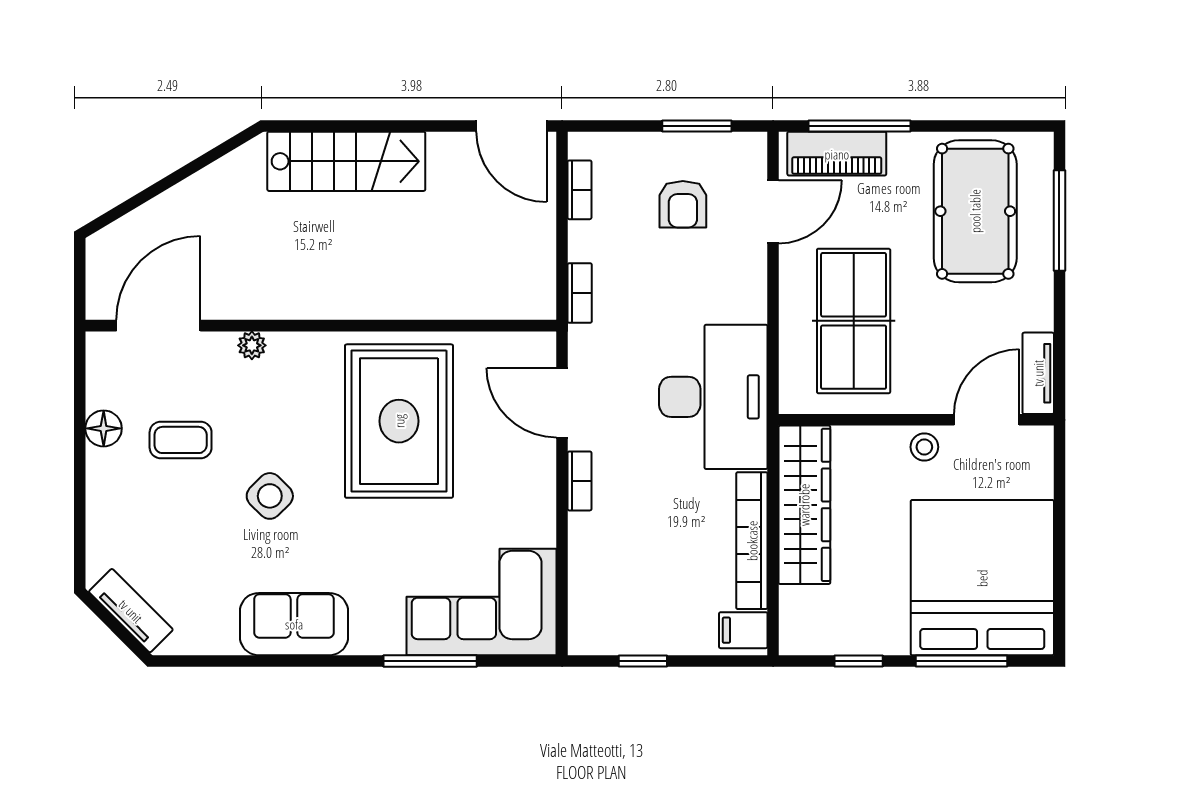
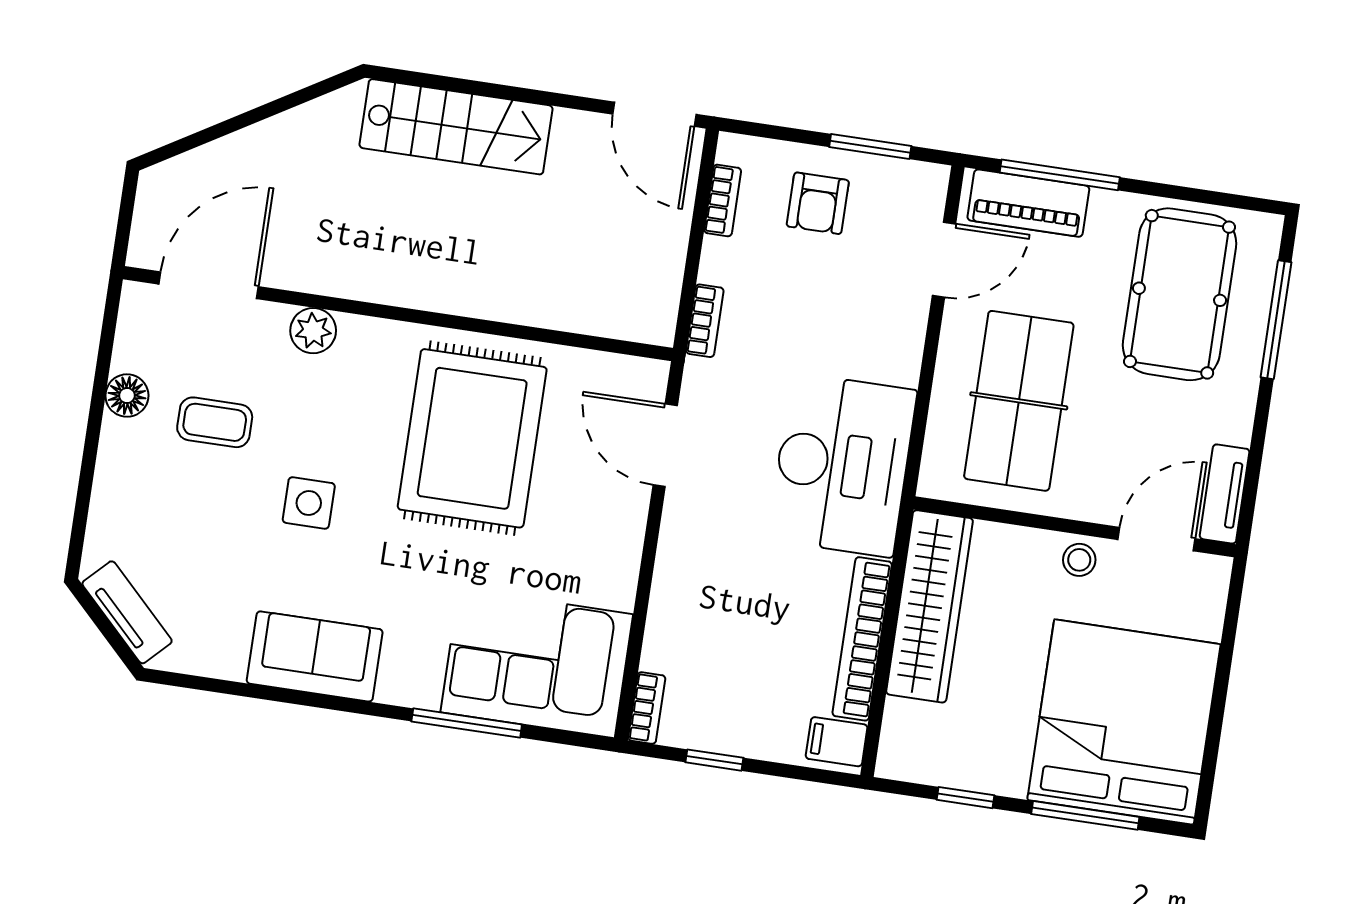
armchair: (683, 204) -> (818, 203), moved
plant: (252, 345) -> (313, 331), width x1.38, depth x1.38
bookcase: (580, 481) -> (647, 708), moved
side table: (270, 496) -> (309, 503), turned 45

